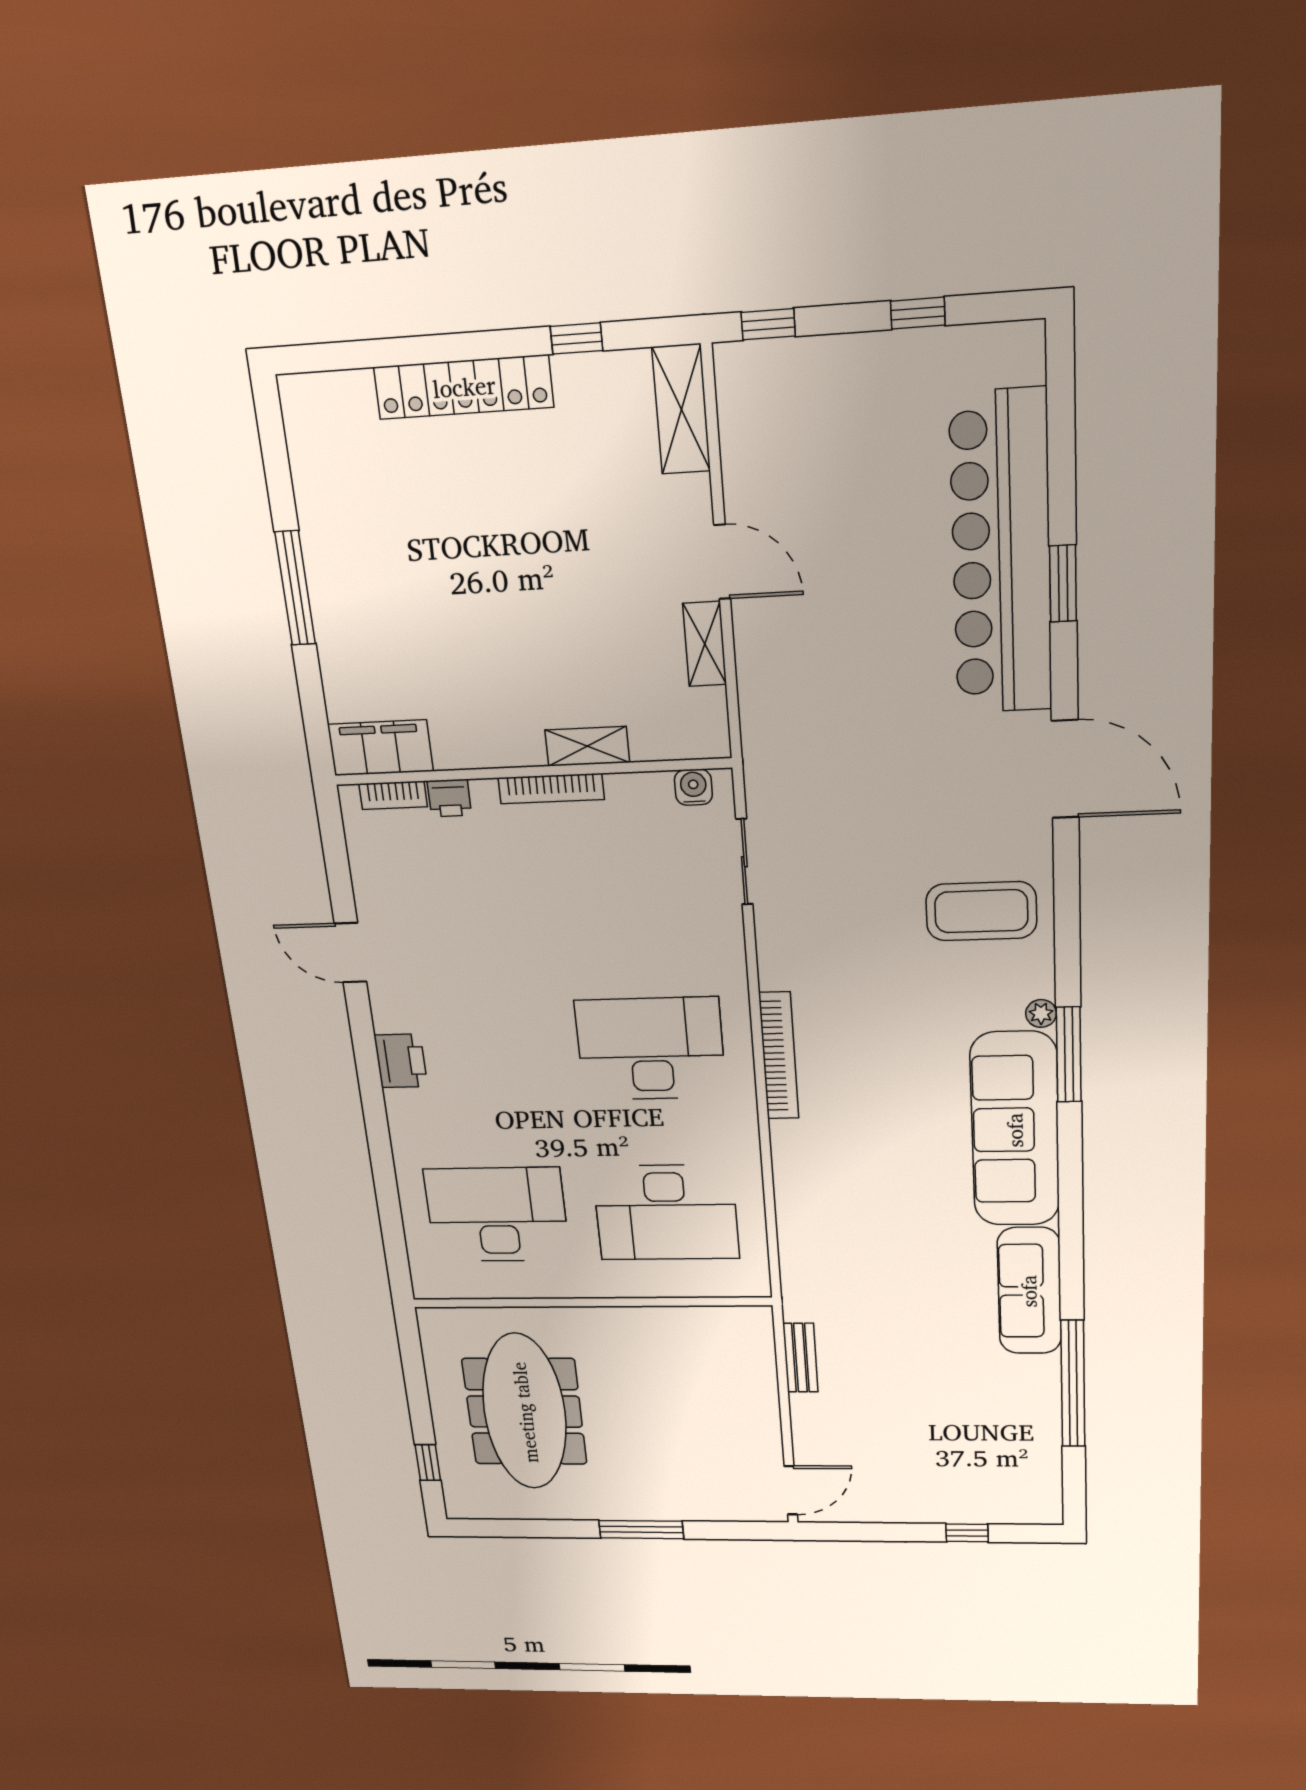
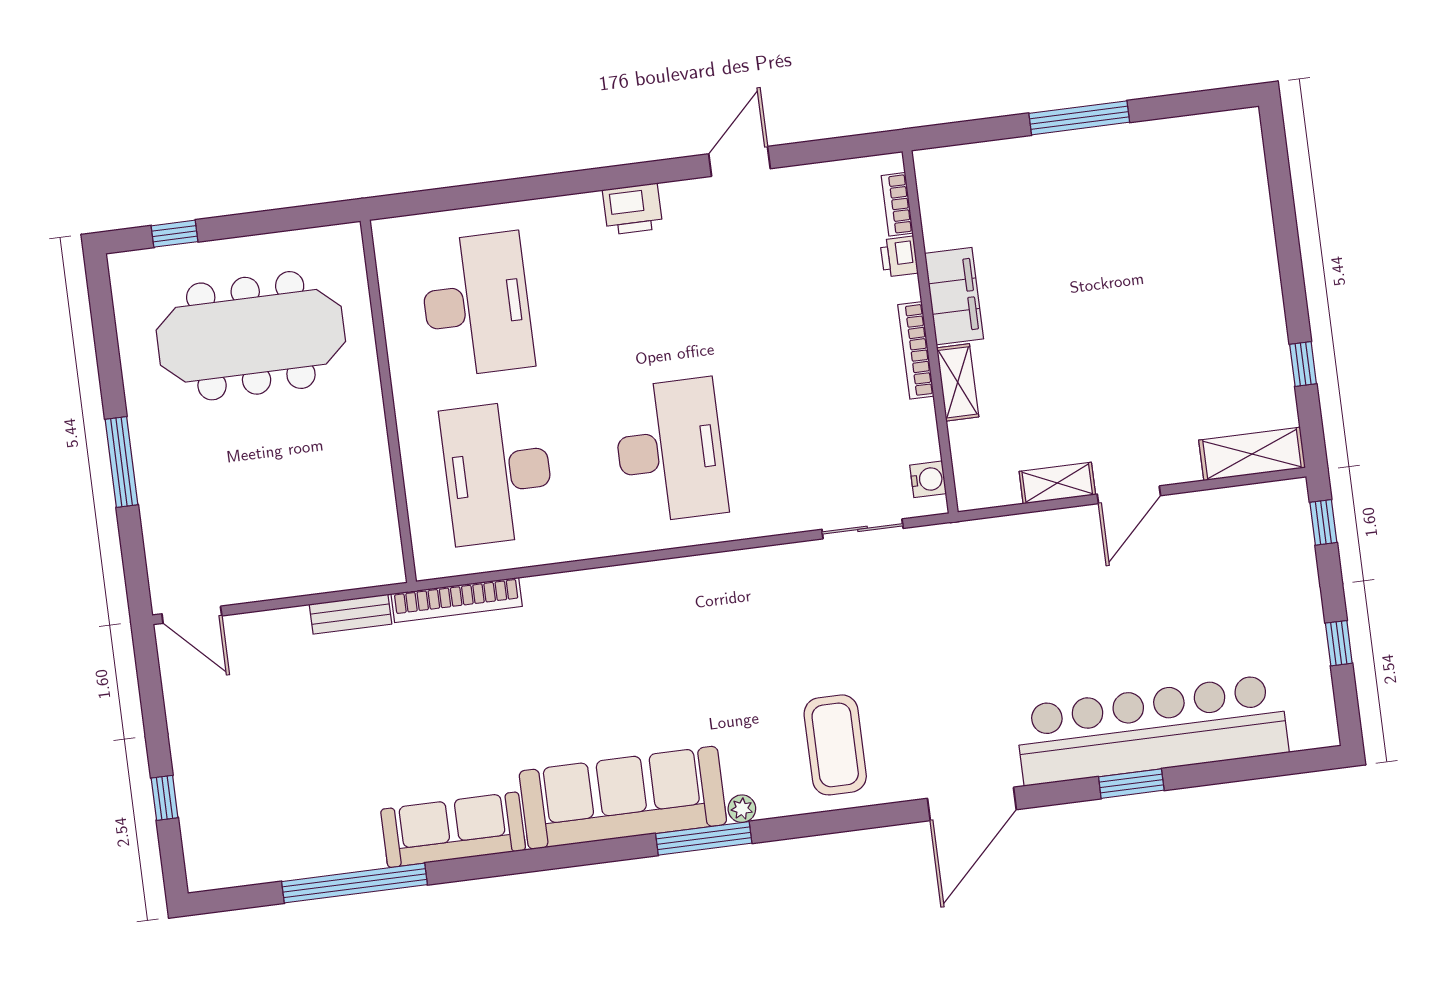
locker: (464, 387) -> (1259, 269), removed
filing cabinet: (380, 748) -> (954, 296), moved
bookcase: (779, 1056) -> (457, 600), moved

